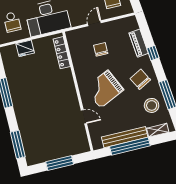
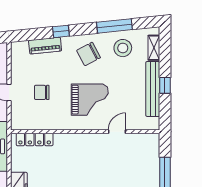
grand piano: (104, 89) -> (90, 100), turned -65
window: (130, 146) -> (165, 85), width x0.32

